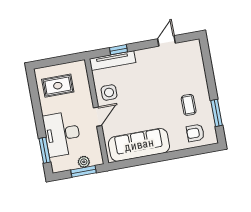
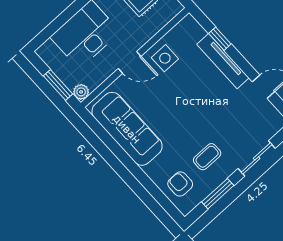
tv unit: (113, 61) -> (223, 61), moved
sliding door: (209, 74) -> (257, 158), added
window: (45, 150) -> (54, 26), removed
plant: (84, 162) -> (81, 92), moved

